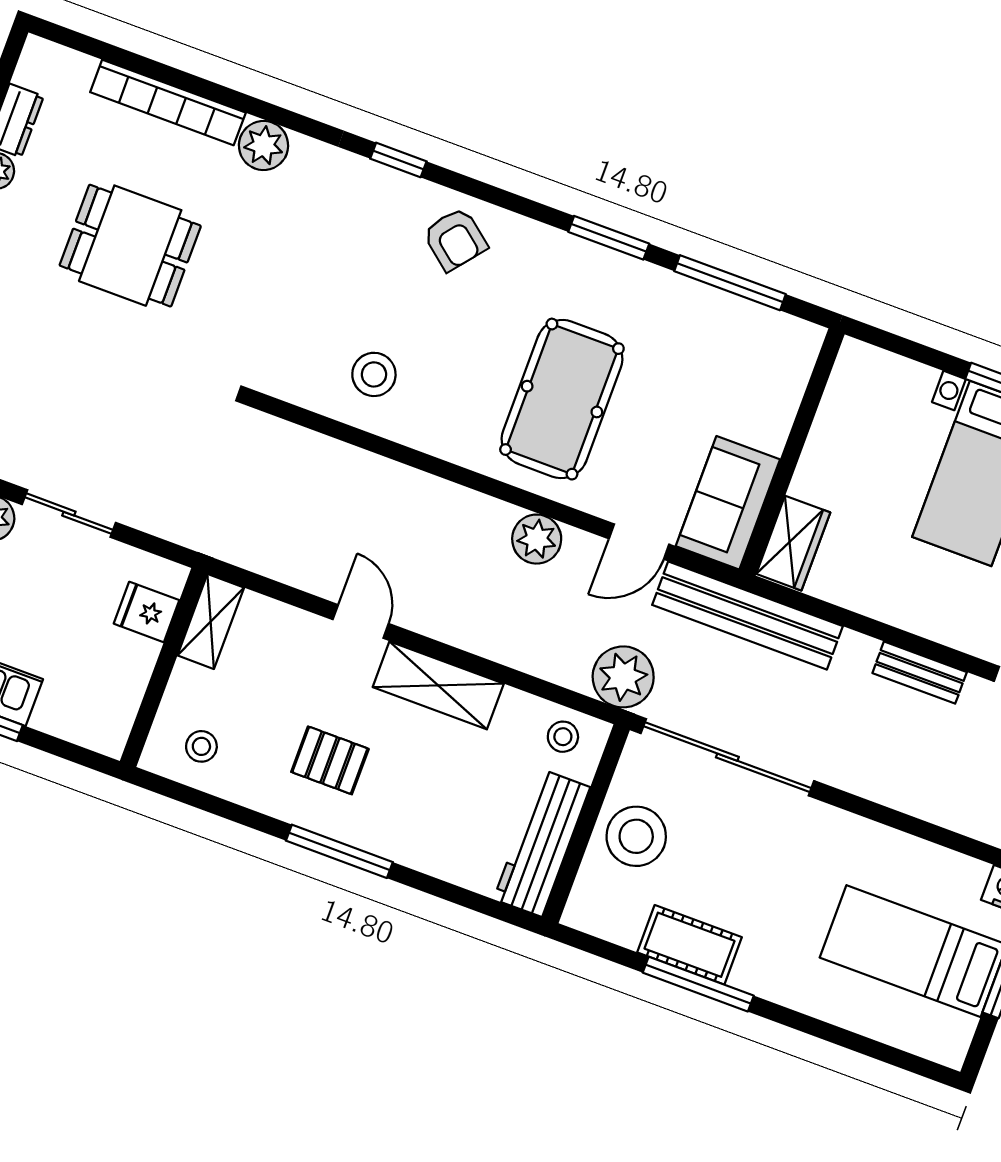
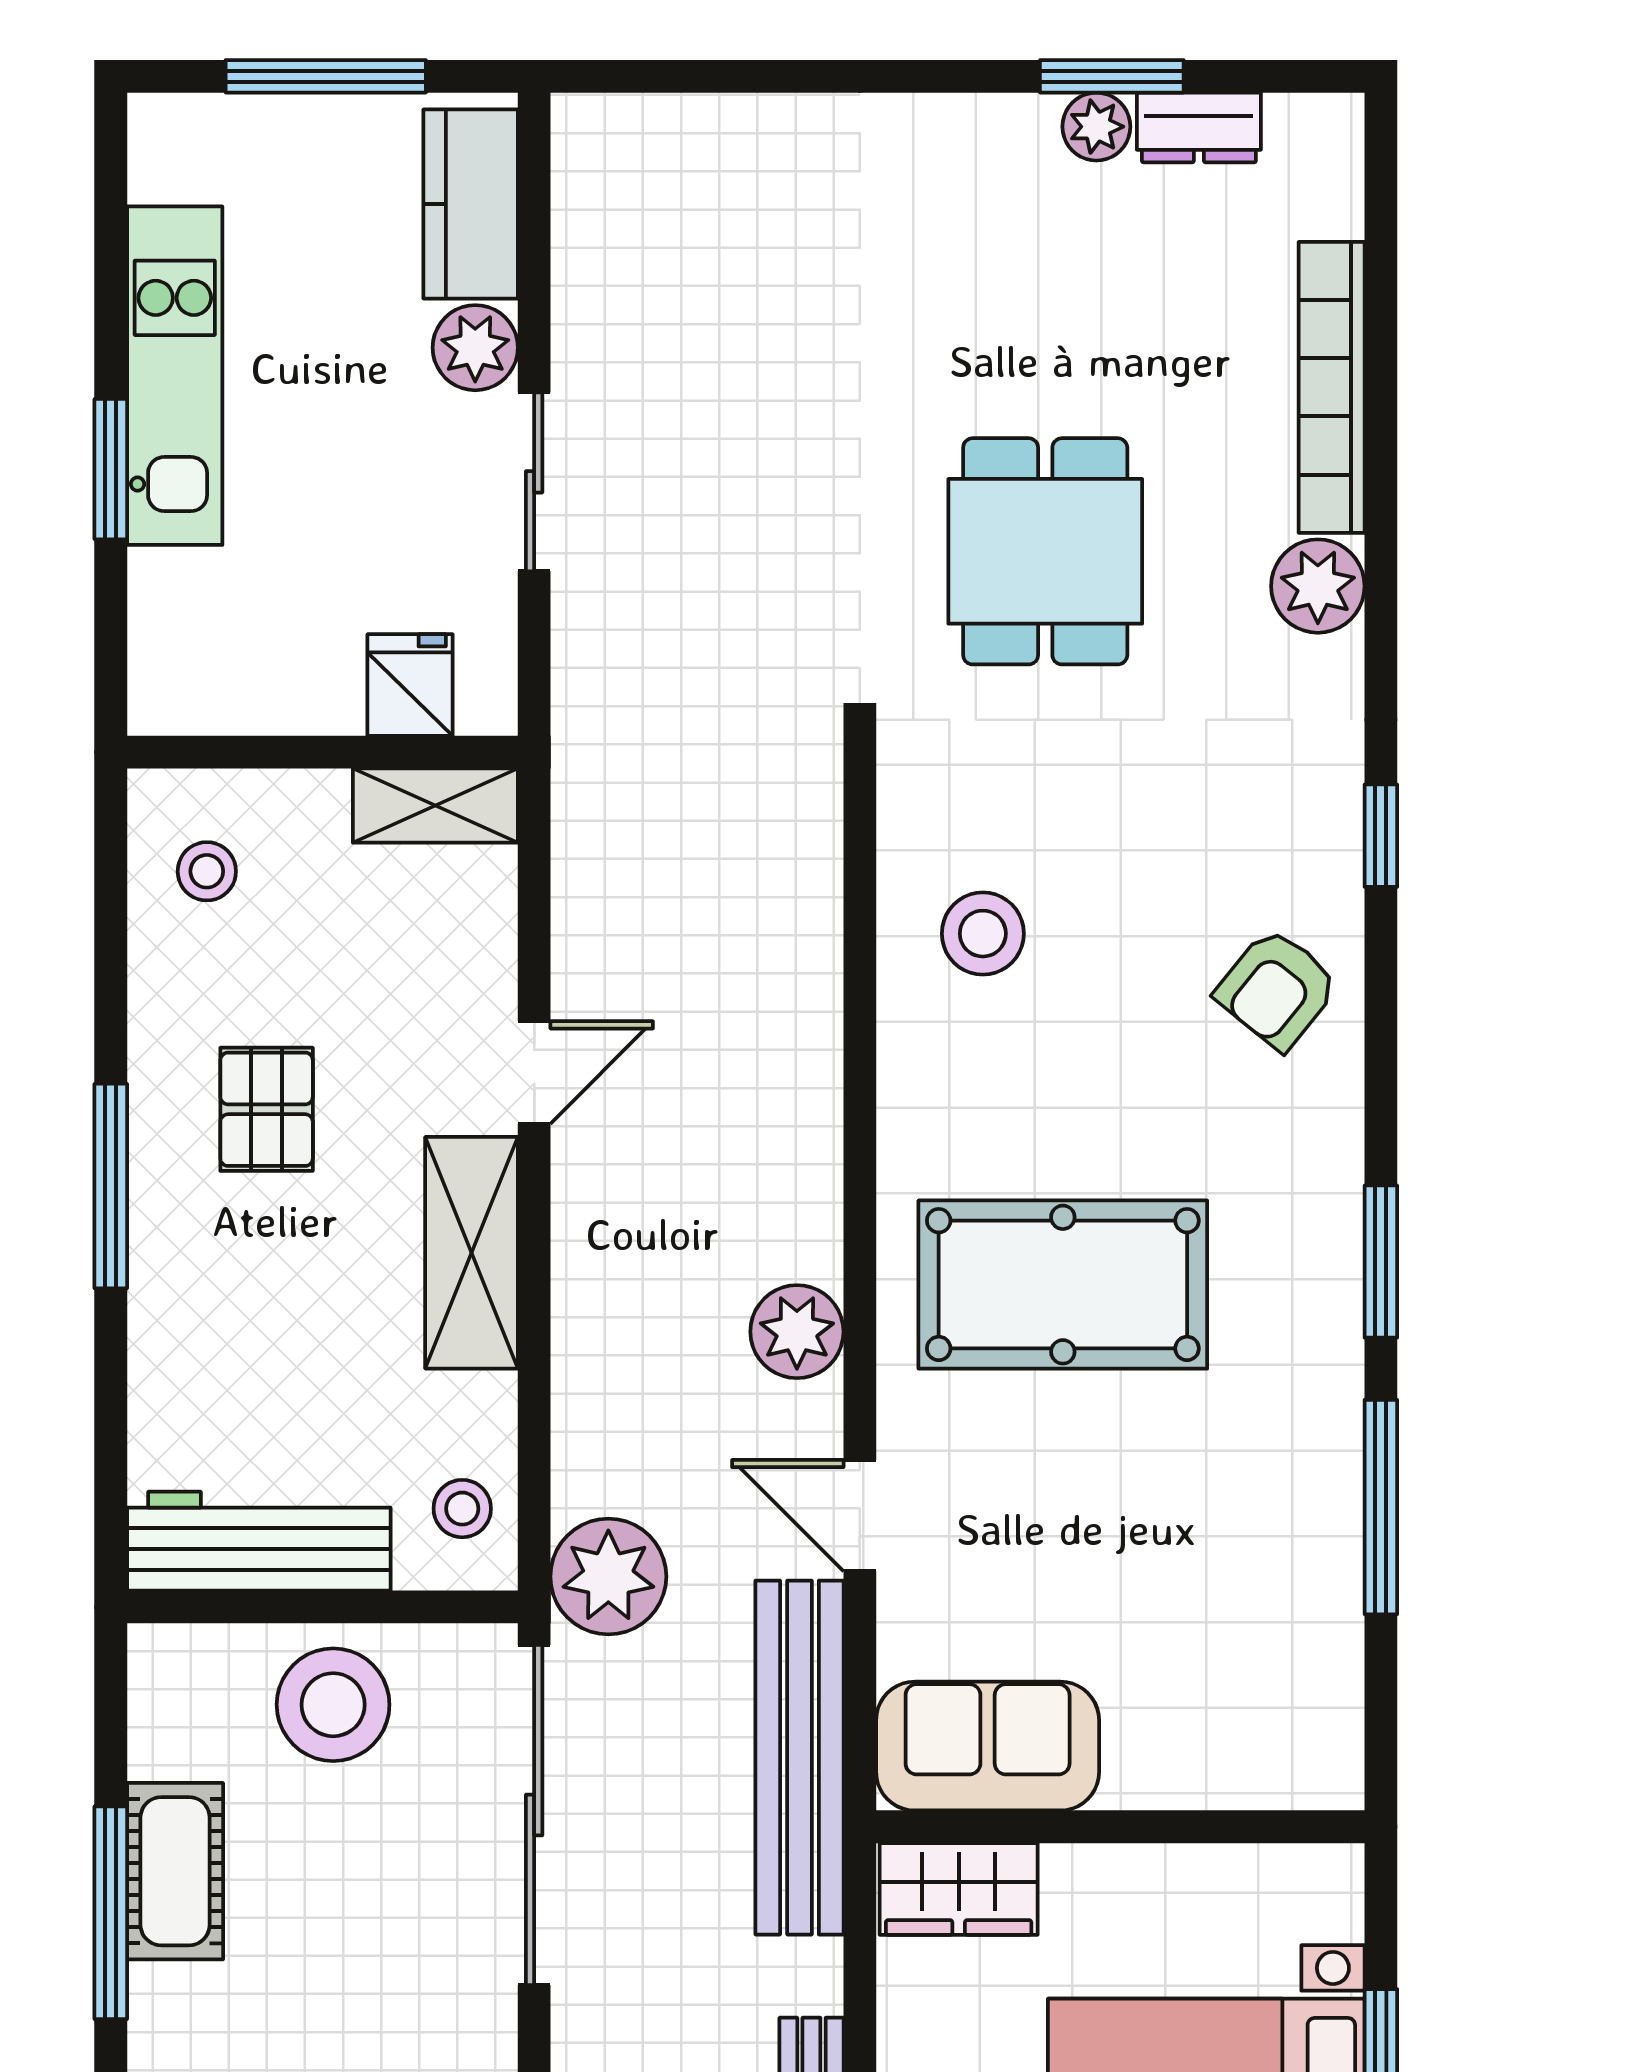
dining table: (130, 246) -> (1045, 551), moved
wall: (792, 452) -> (1120, 1827), moved
sofa: (728, 503) -> (988, 1746), moved
wardrobe: (793, 543) -> (959, 1889), moved

